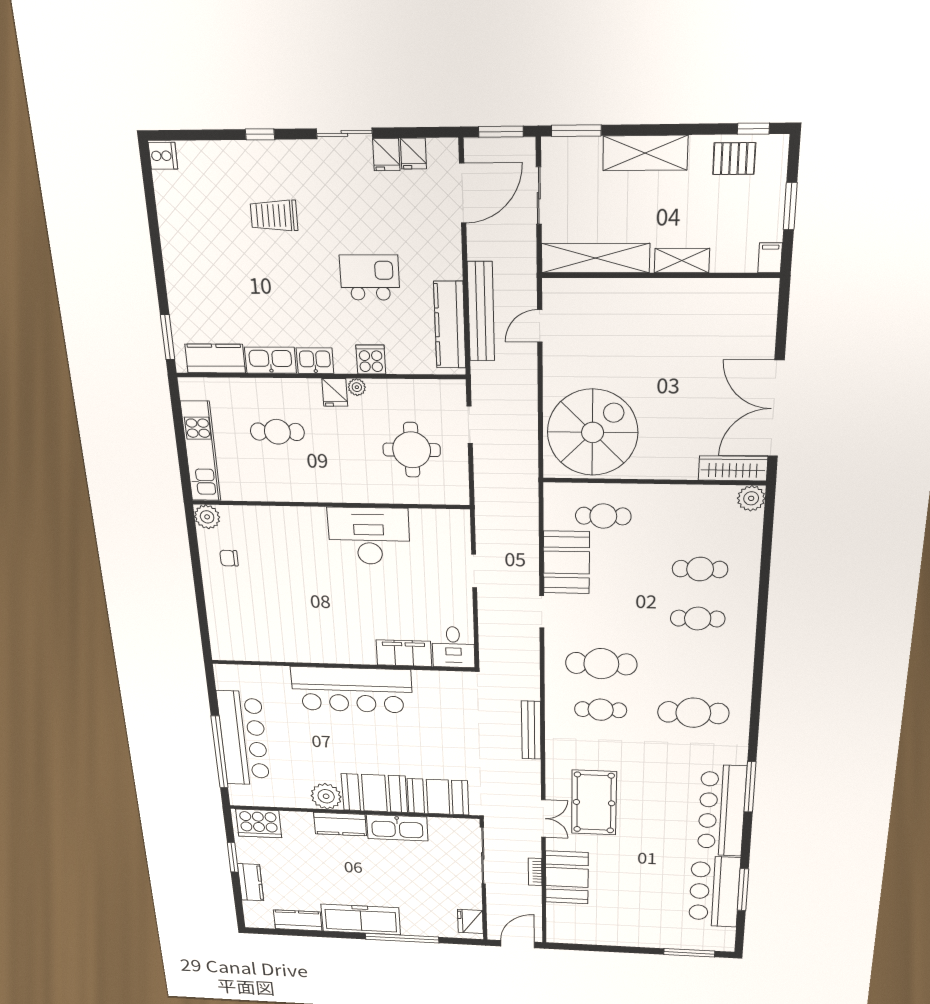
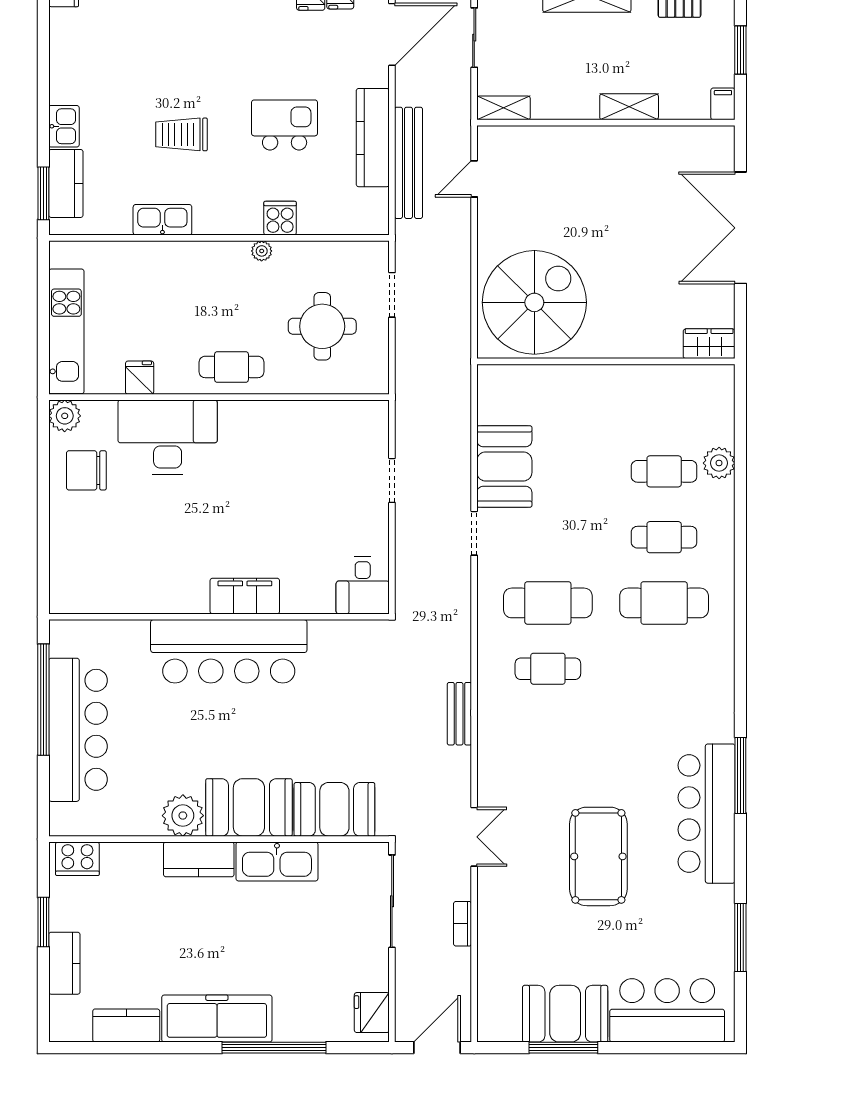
trolley: (274, 216) -> (181, 134), moved
shelving: (595, 258) -> (504, 108), width x0.45, depth x0.75
kitchen counter: (450, 325) -> (373, 138), moved
kitchen counter: (215, 359) -> (66, 183), moved, turned 90
kitchen sink: (315, 361) -> (64, 126), moved, turned 90
fridge: (335, 392) -> (140, 378), moved, turned 180
double door: (776, 409) -> (740, 228), moved
cafe table: (277, 432) -> (232, 367), moved
wardrobe: (733, 468) -> (709, 344), width x0.67
plant: (751, 498) -> (719, 463), moved
cafe table: (603, 516) -> (548, 406), removed
desk: (369, 536) -> (168, 437), moved
chair: (229, 558) -> (86, 470), width x1.87, depth x1.87
filing cabinet: (404, 653) -> (245, 596), moved
cafe table: (693, 713) -> (664, 603), moved
bench: (531, 730) -> (459, 714), width x0.73
window: (220, 752) -> (43, 700), moved
pool table: (594, 803) -> (598, 856), moved
cooker: (259, 823) -> (77, 859), width x0.73, depth x0.76
booth: (567, 877) -> (565, 1014), moved, turned 90
bar counter: (714, 892) -> (667, 1010), moved, turned 90
window: (689, 953) -> (563, 1048), moved

